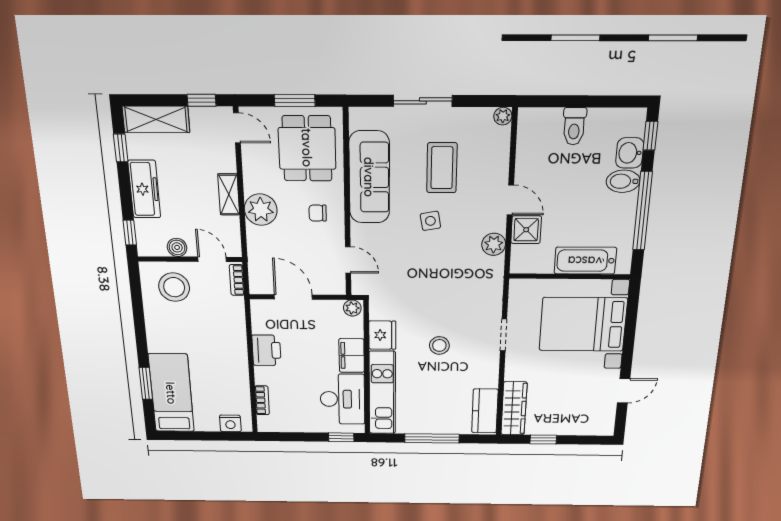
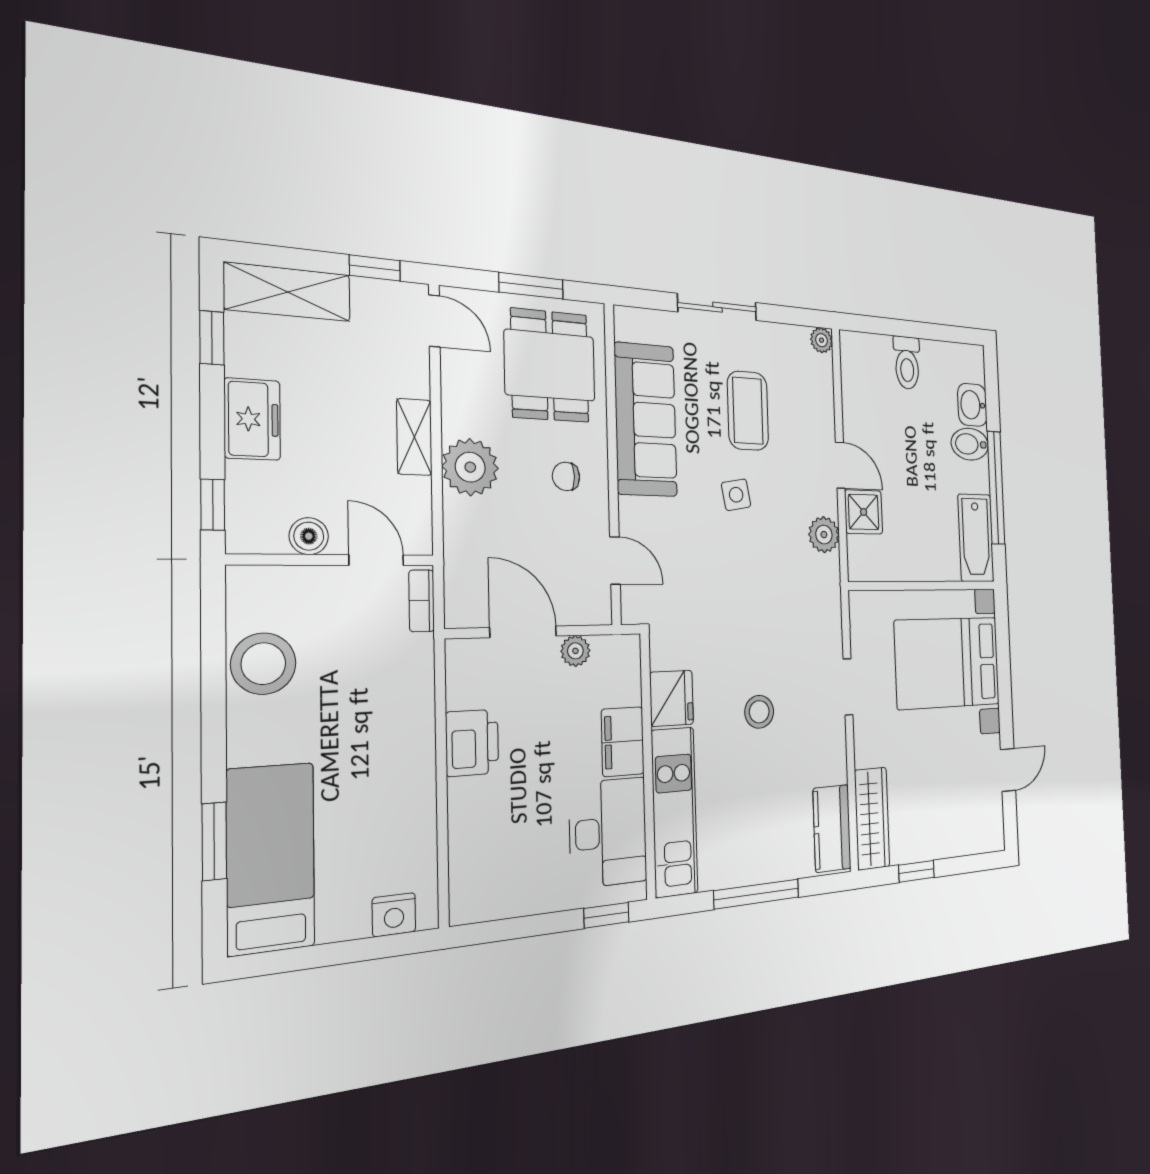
window: (650, 136) -> (992, 383), removed
freezer: (144, 189) -> (252, 419), width x0.71
bathtub: (585, 261) -> (976, 538), moved, turned -90
stool: (174, 287) -> (263, 664), moved
plant: (352, 308) -> (575, 651), moved
bookcase: (262, 400) -> (460, 853), removed

